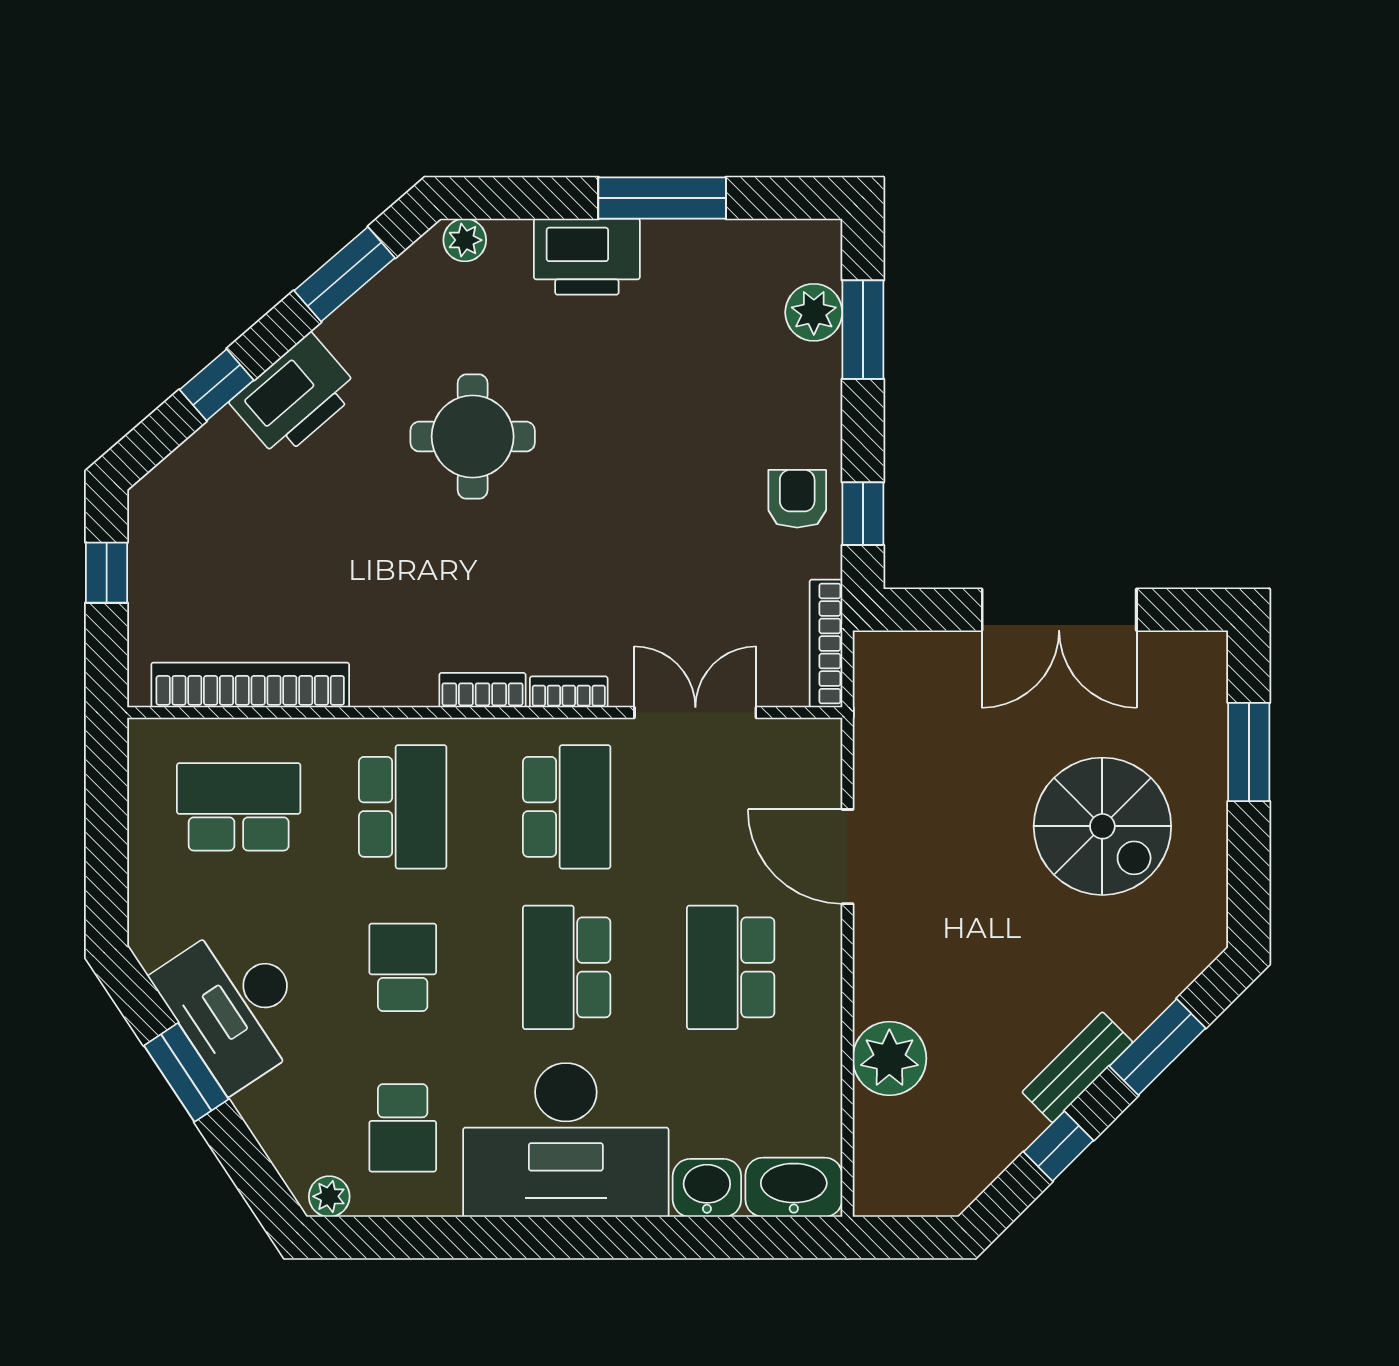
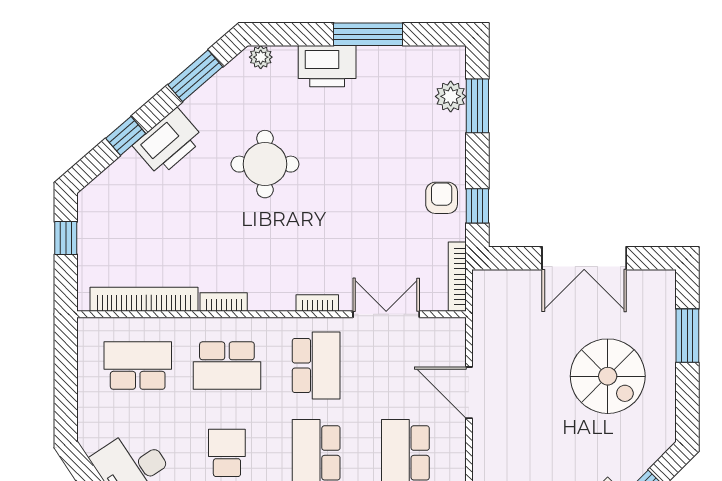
bookcase: (482, 690) -> (224, 302), moved
school desk: (403, 807) -> (227, 366), turned 90

